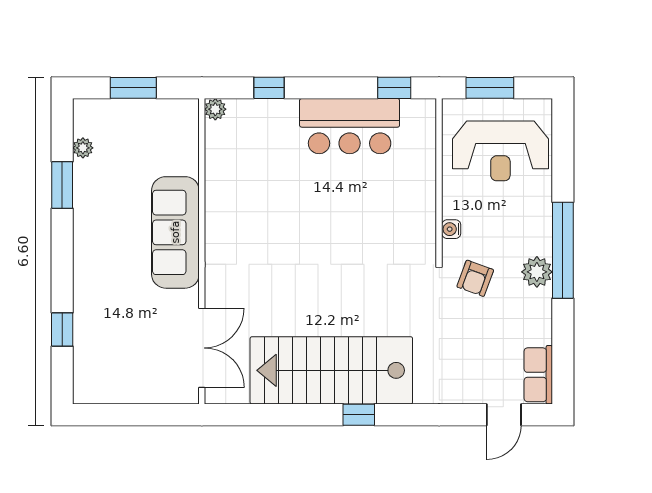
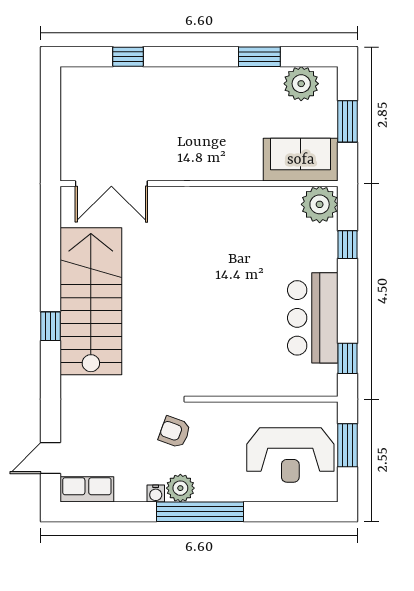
plant: (215, 109) -> (320, 204), width x1.87, depth x1.87
plant: (83, 148) -> (301, 84), width x1.88, depth x1.88
reception desk: (500, 151) -> (290, 455), turned -90
water cooler: (451, 229) -> (156, 493), moved, turned 180
sofa: (175, 232) -> (301, 160), moved, width x0.73
door: (504, 415) -> (51, 458), hinge flipped

